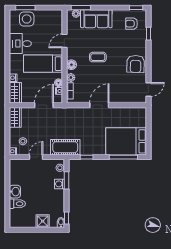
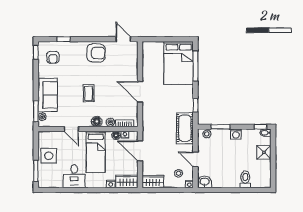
side table: (27, 19) -> (49, 156), moved
washing machine: (60, 184) -> (236, 134), moved
washbasin: (15, 192) -> (205, 182), moved

